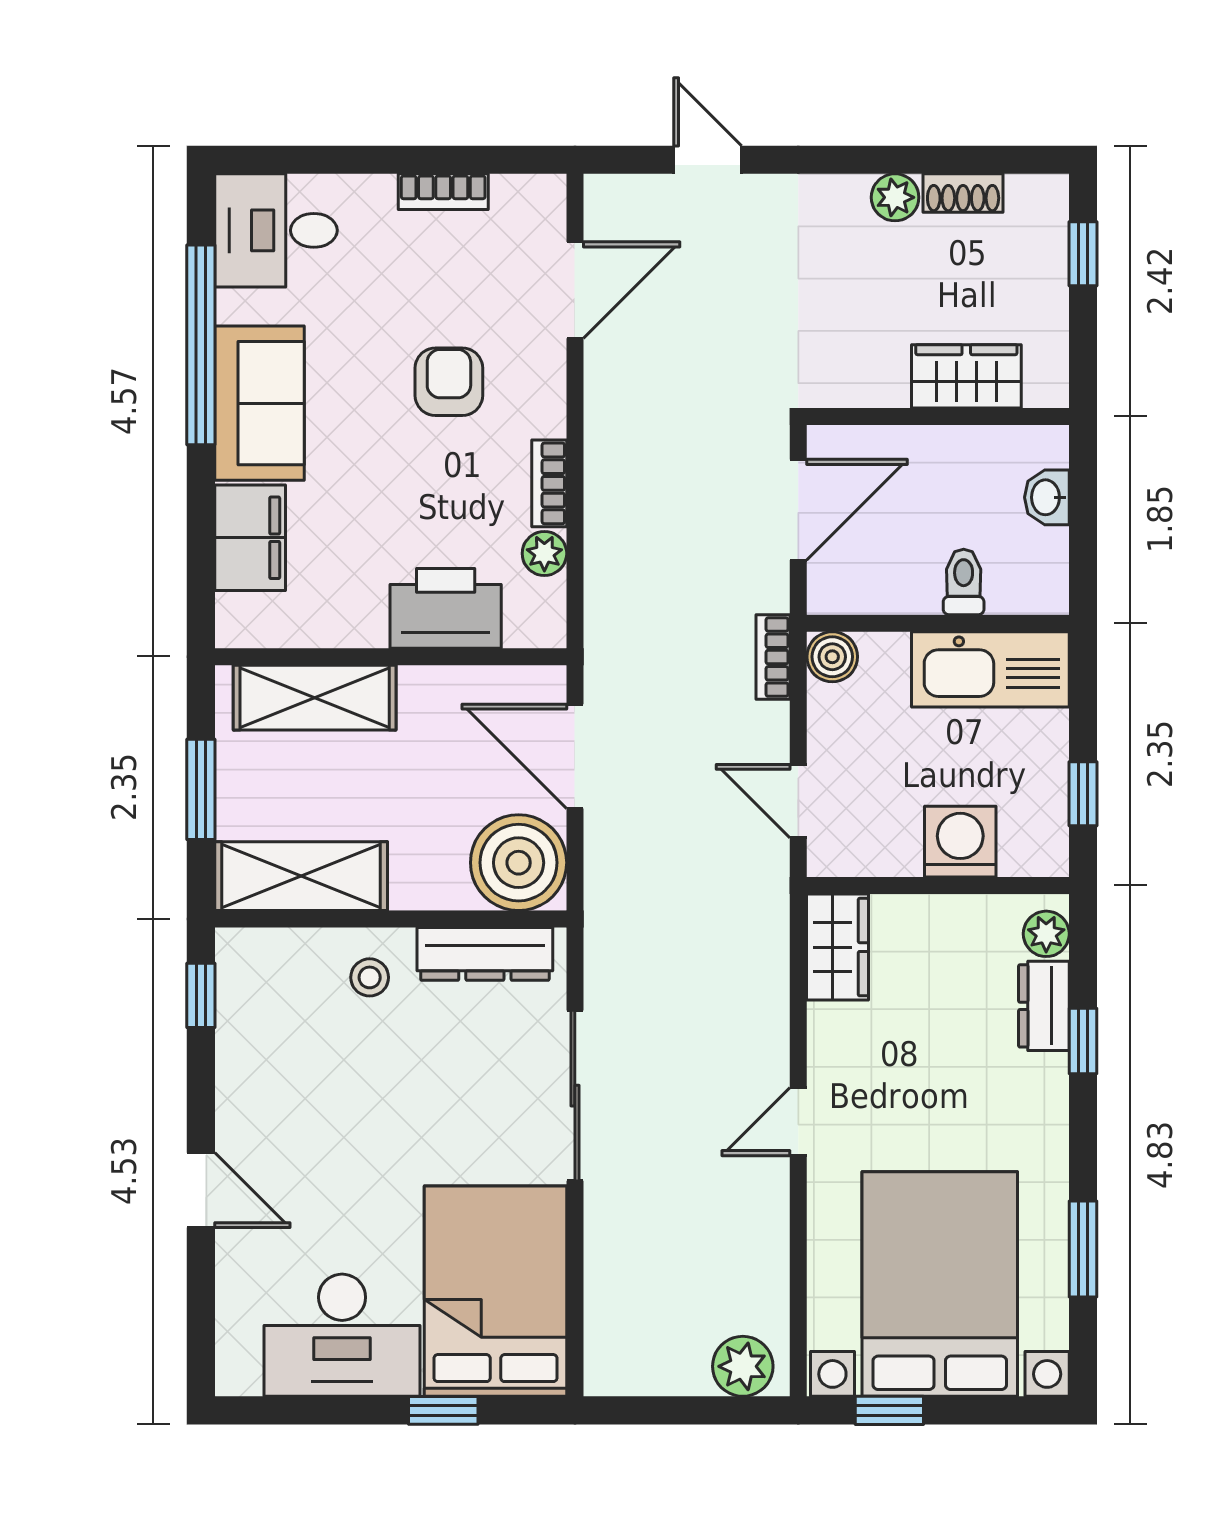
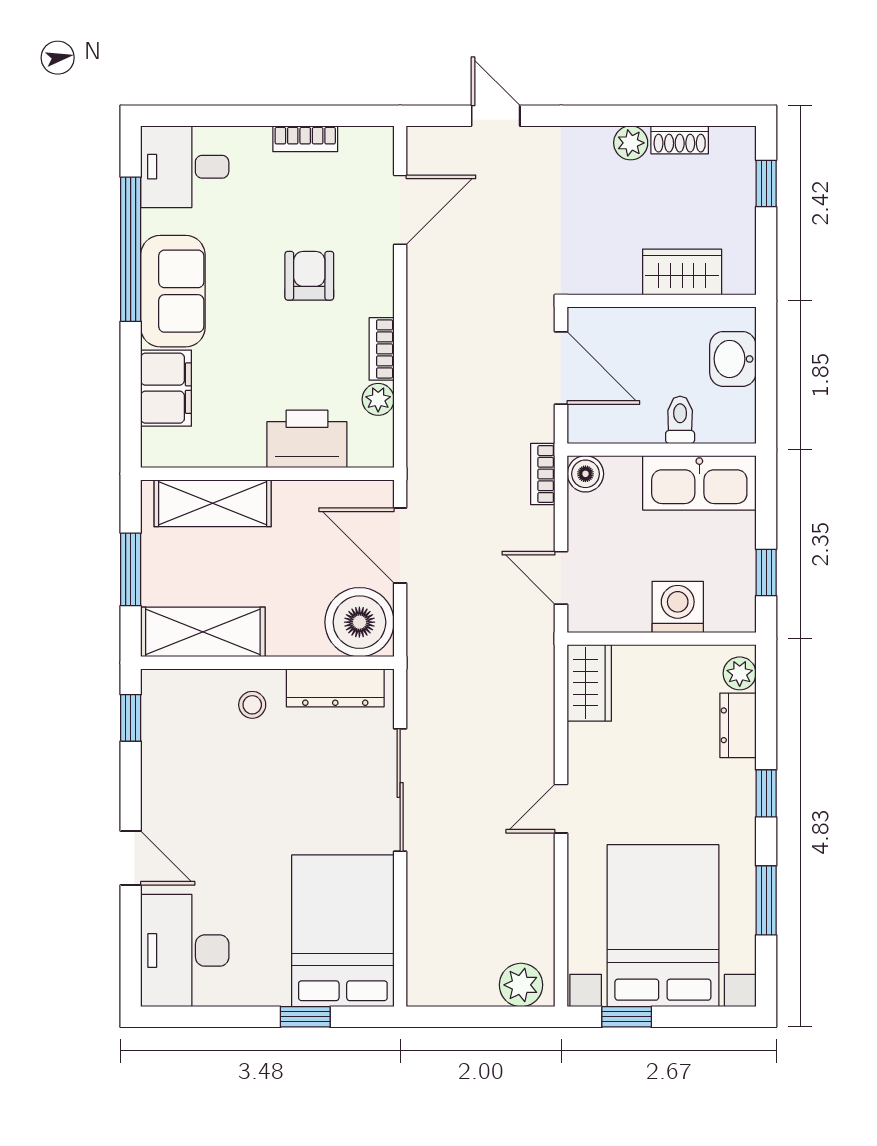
washbasin: (1047, 497) -> (733, 359), width x1.38, depth x1.45
door: (798, 510) -> (561, 368), hinge flipped
window: (1083, 1041) -> (766, 793), moved
desk: (342, 1335) -> (185, 951), moved, turned 90

